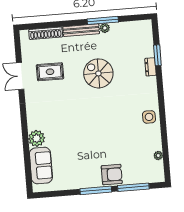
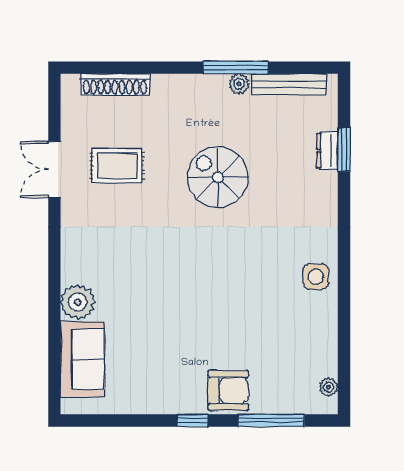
bench: (81, 30) -> (289, 84), moved
dresser: (150, 67) -> (327, 151), moved
plant: (158, 156) -> (328, 387), moved
window: (96, 190) -> (192, 421), width x0.46

